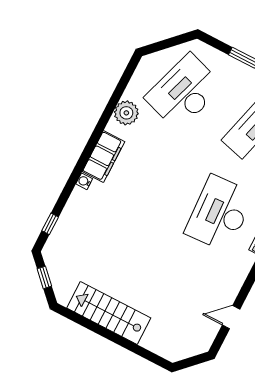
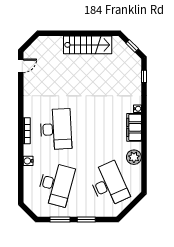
desk: (184, 92) -> (109, 184), turned -42
door: (231, 317) -> (21, 66), moved

